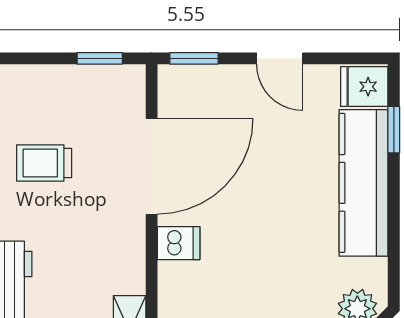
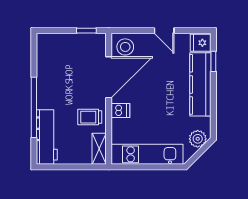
window: (194, 58) -> (127, 31), removed
stool: (190, 96) -> (125, 47), added
trolley: (44, 163) -> (90, 117), moved

